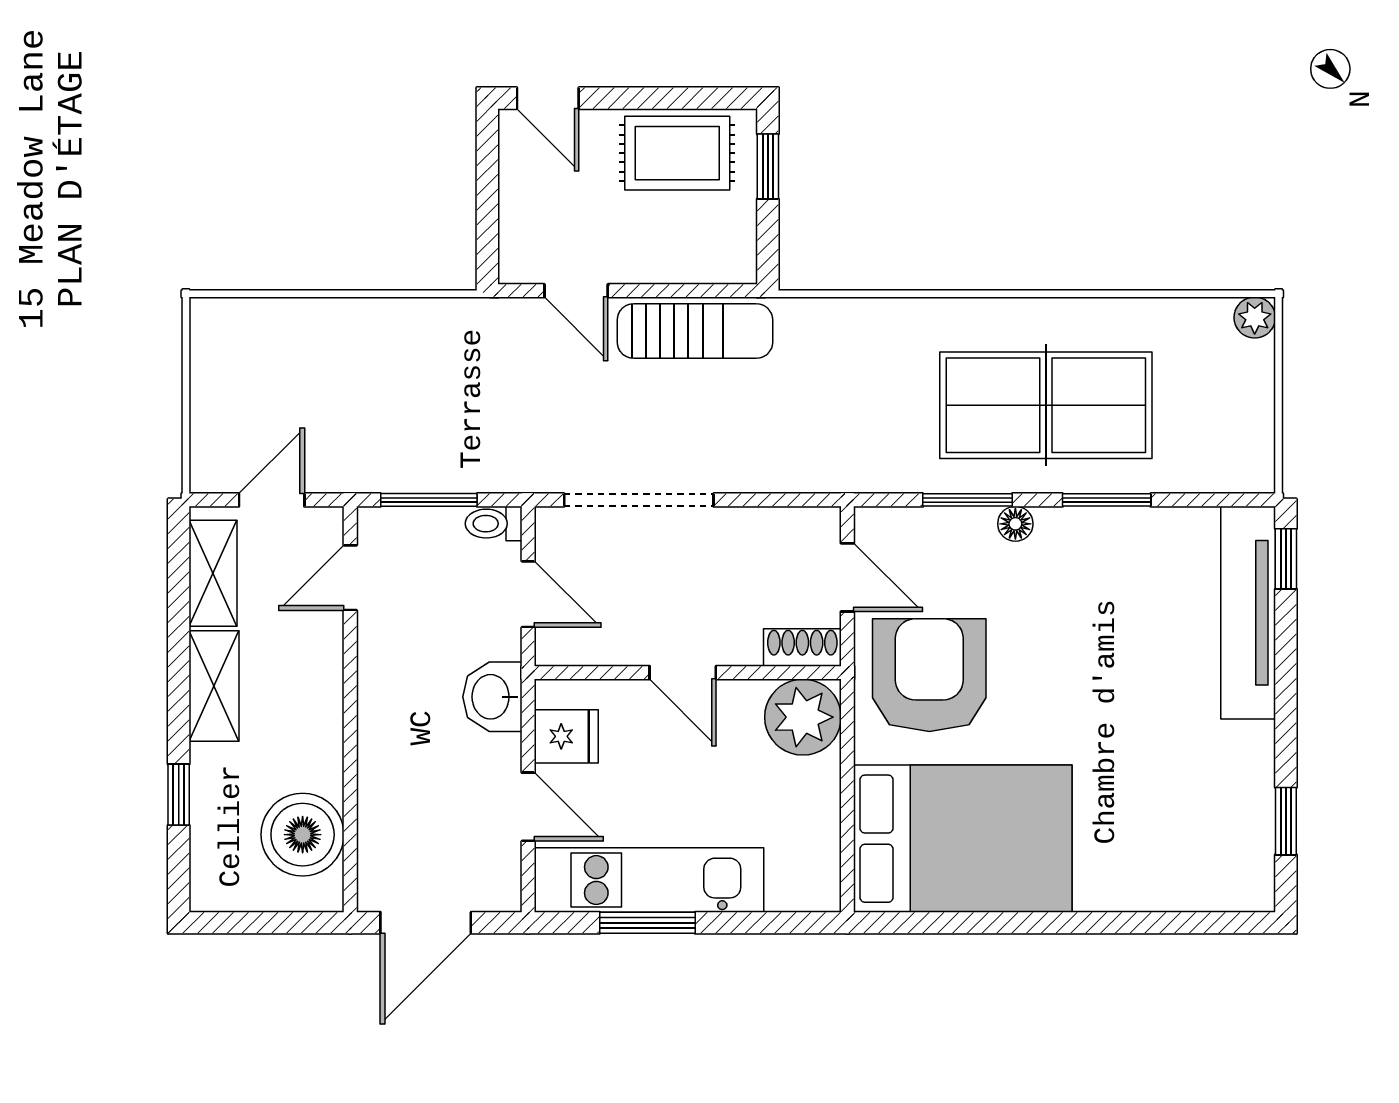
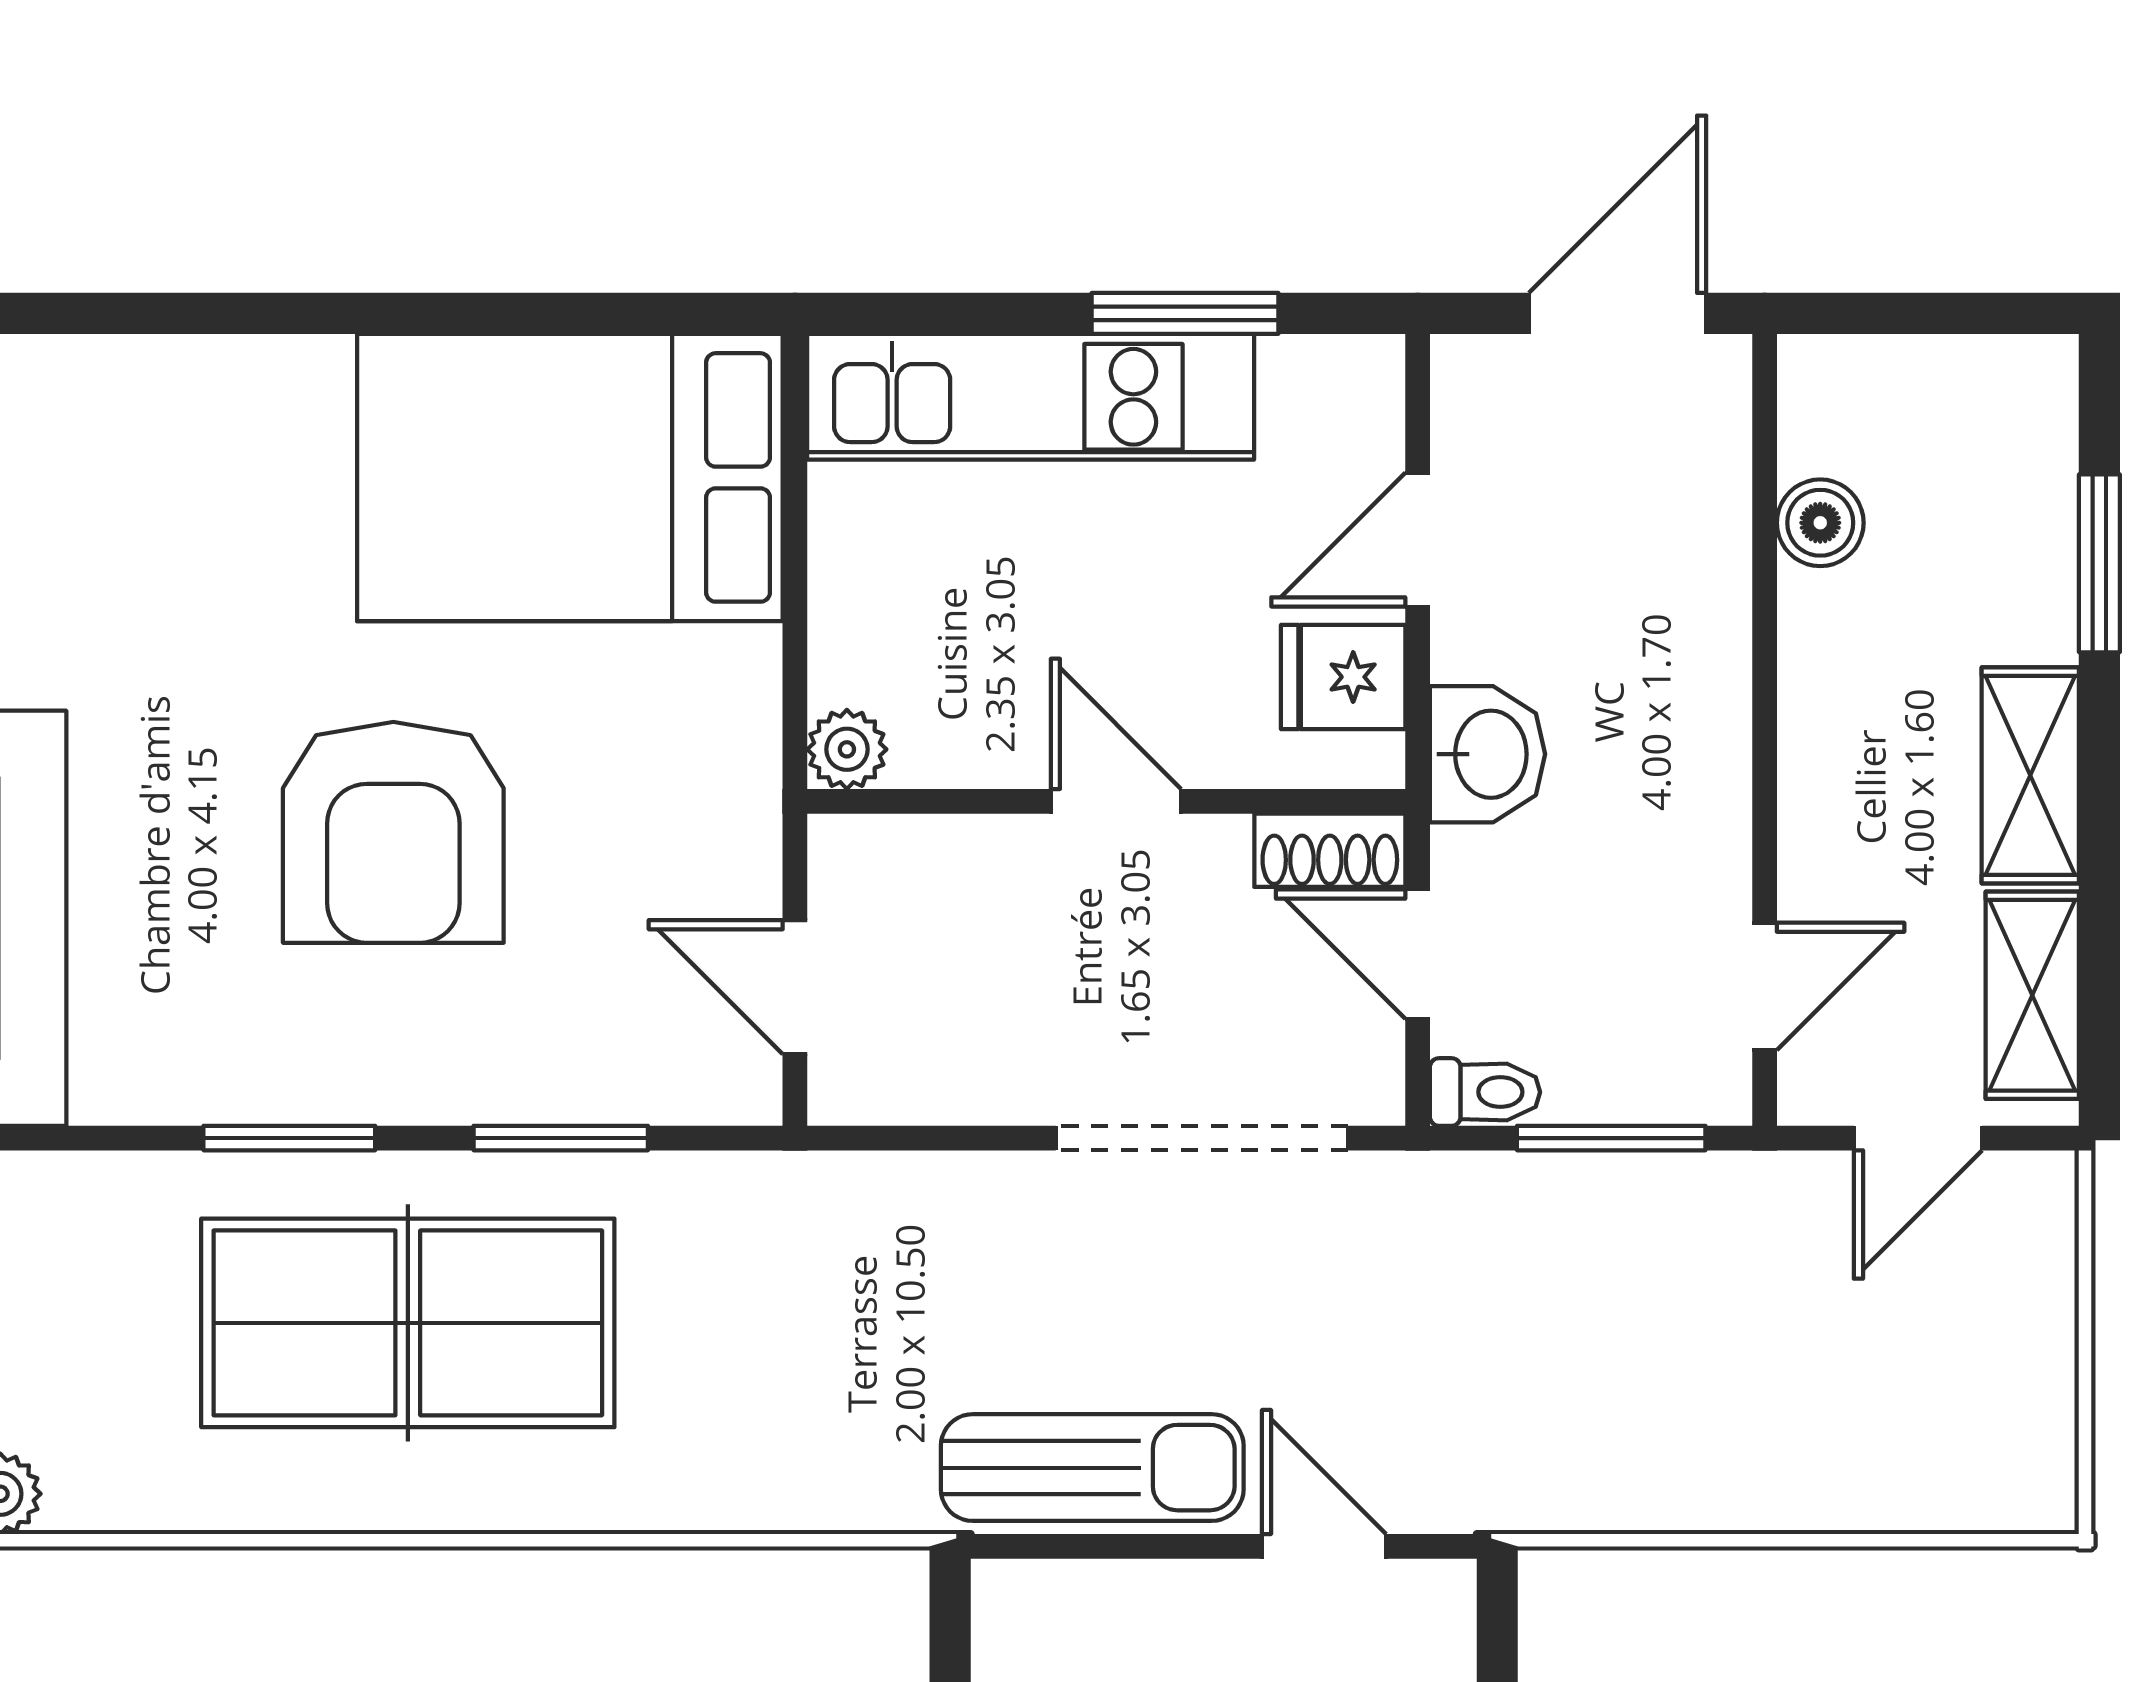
sun lounger: (695, 331) -> (1092, 1468), turned 180
floor lamp: (1015, 524) -> (467, 1092), removed
shoe rack: (802, 648) -> (1330, 850), moved
armchair: (929, 675) -> (393, 832), moved
plant: (803, 717) -> (847, 749), width x0.53, depth x0.53
window: (179, 795) -> (2099, 563), width x1.50
door: (528, 807) -> (1418, 540), hinge flipped
boiler: (303, 835) -> (1820, 523), width x0.54, depth x0.54
kitchen unit: (649, 880) -> (1031, 397), moved

